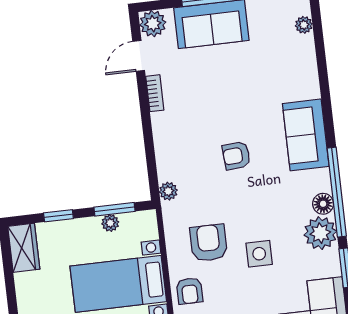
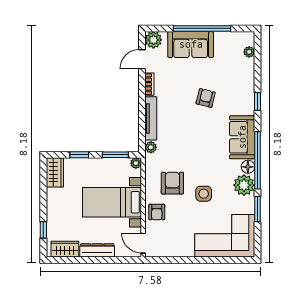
window: (326, 101) -> (257, 102), added
sofa: (306, 135) -> (242, 137), moved
tv unit: (163, 146) -> (151, 118), added
armchair: (236, 156) -> (206, 98), moved, turned 108
plant: (110, 223) -> (136, 163), moved

